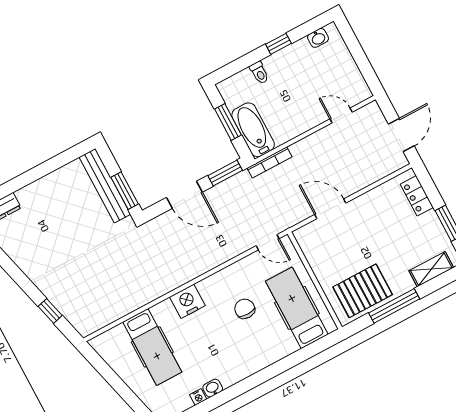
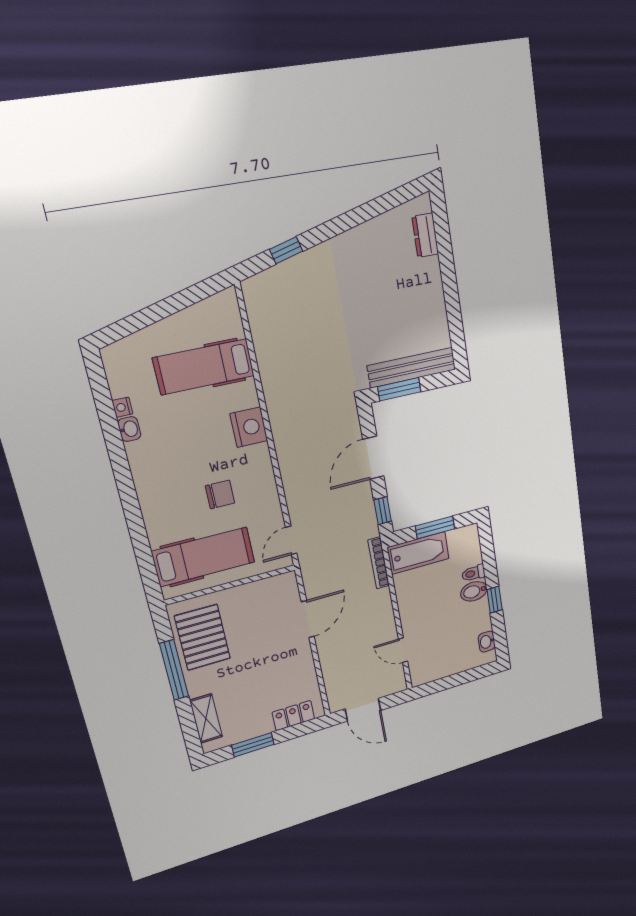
bidet: (275, 67) -> (474, 591), added
door: (341, 115) -> (403, 650), swing flipped
window: (225, 173) -> (383, 511), width x0.67

